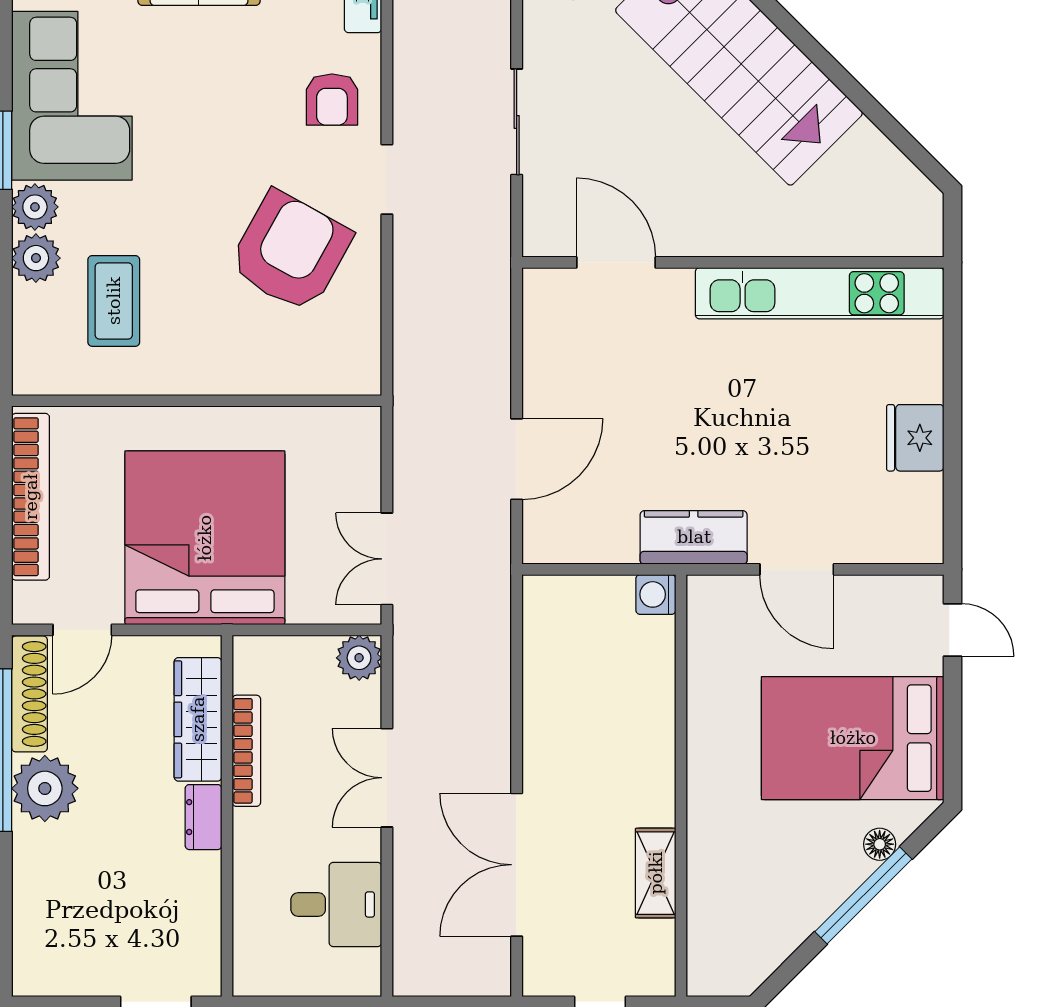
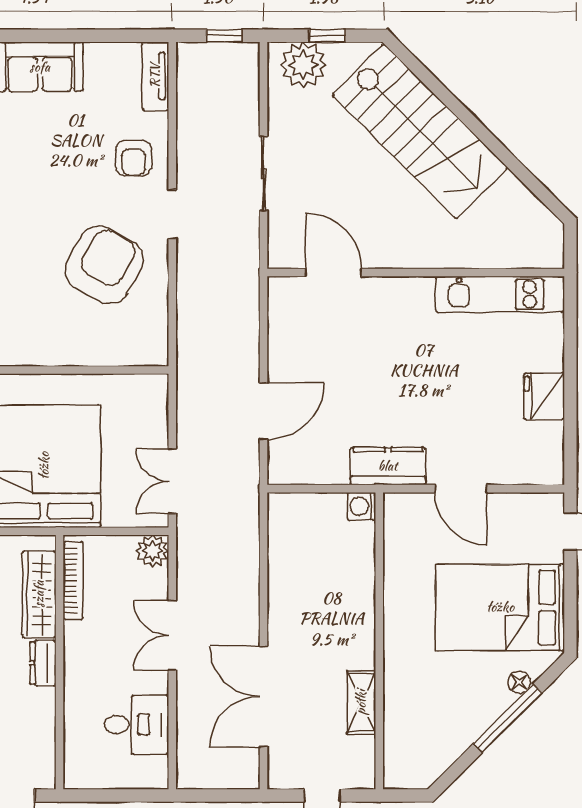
kitchen unit: (820, 293) -> (500, 294), width x0.73
bookcase: (246, 751) -> (73, 580), moved

